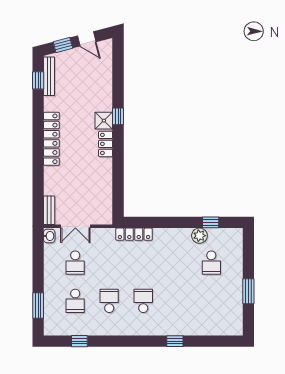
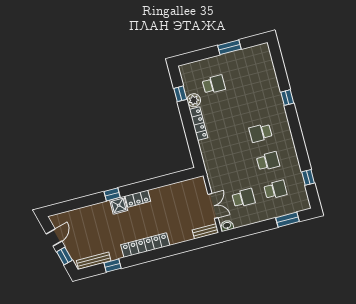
window: (38, 80) -> (113, 266), moved
locker: (134, 234) -> (199, 124), moved
school desk: (109, 301) -> (268, 161), turned 180

